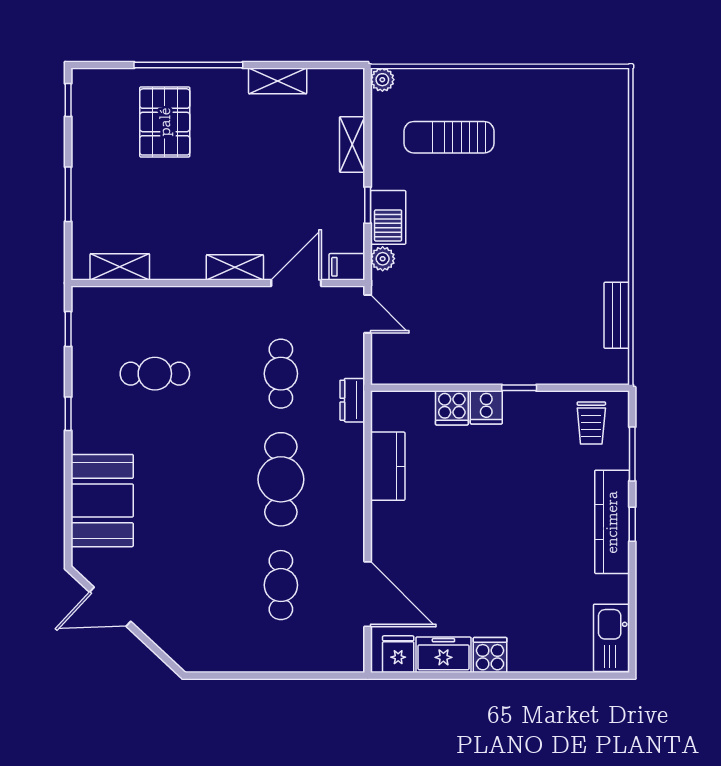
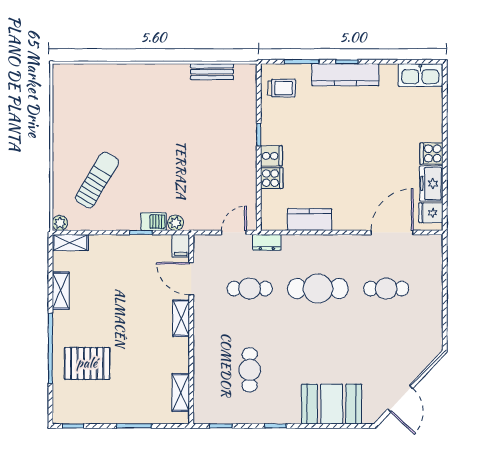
sun lounger: (449, 137) -> (97, 180), turned -149
shelving: (352, 144) -> (70, 242), moved
barbecue: (388, 217) -> (154, 222), width x0.73, depth x0.79
door: (368, 314) -> (234, 233), moved

